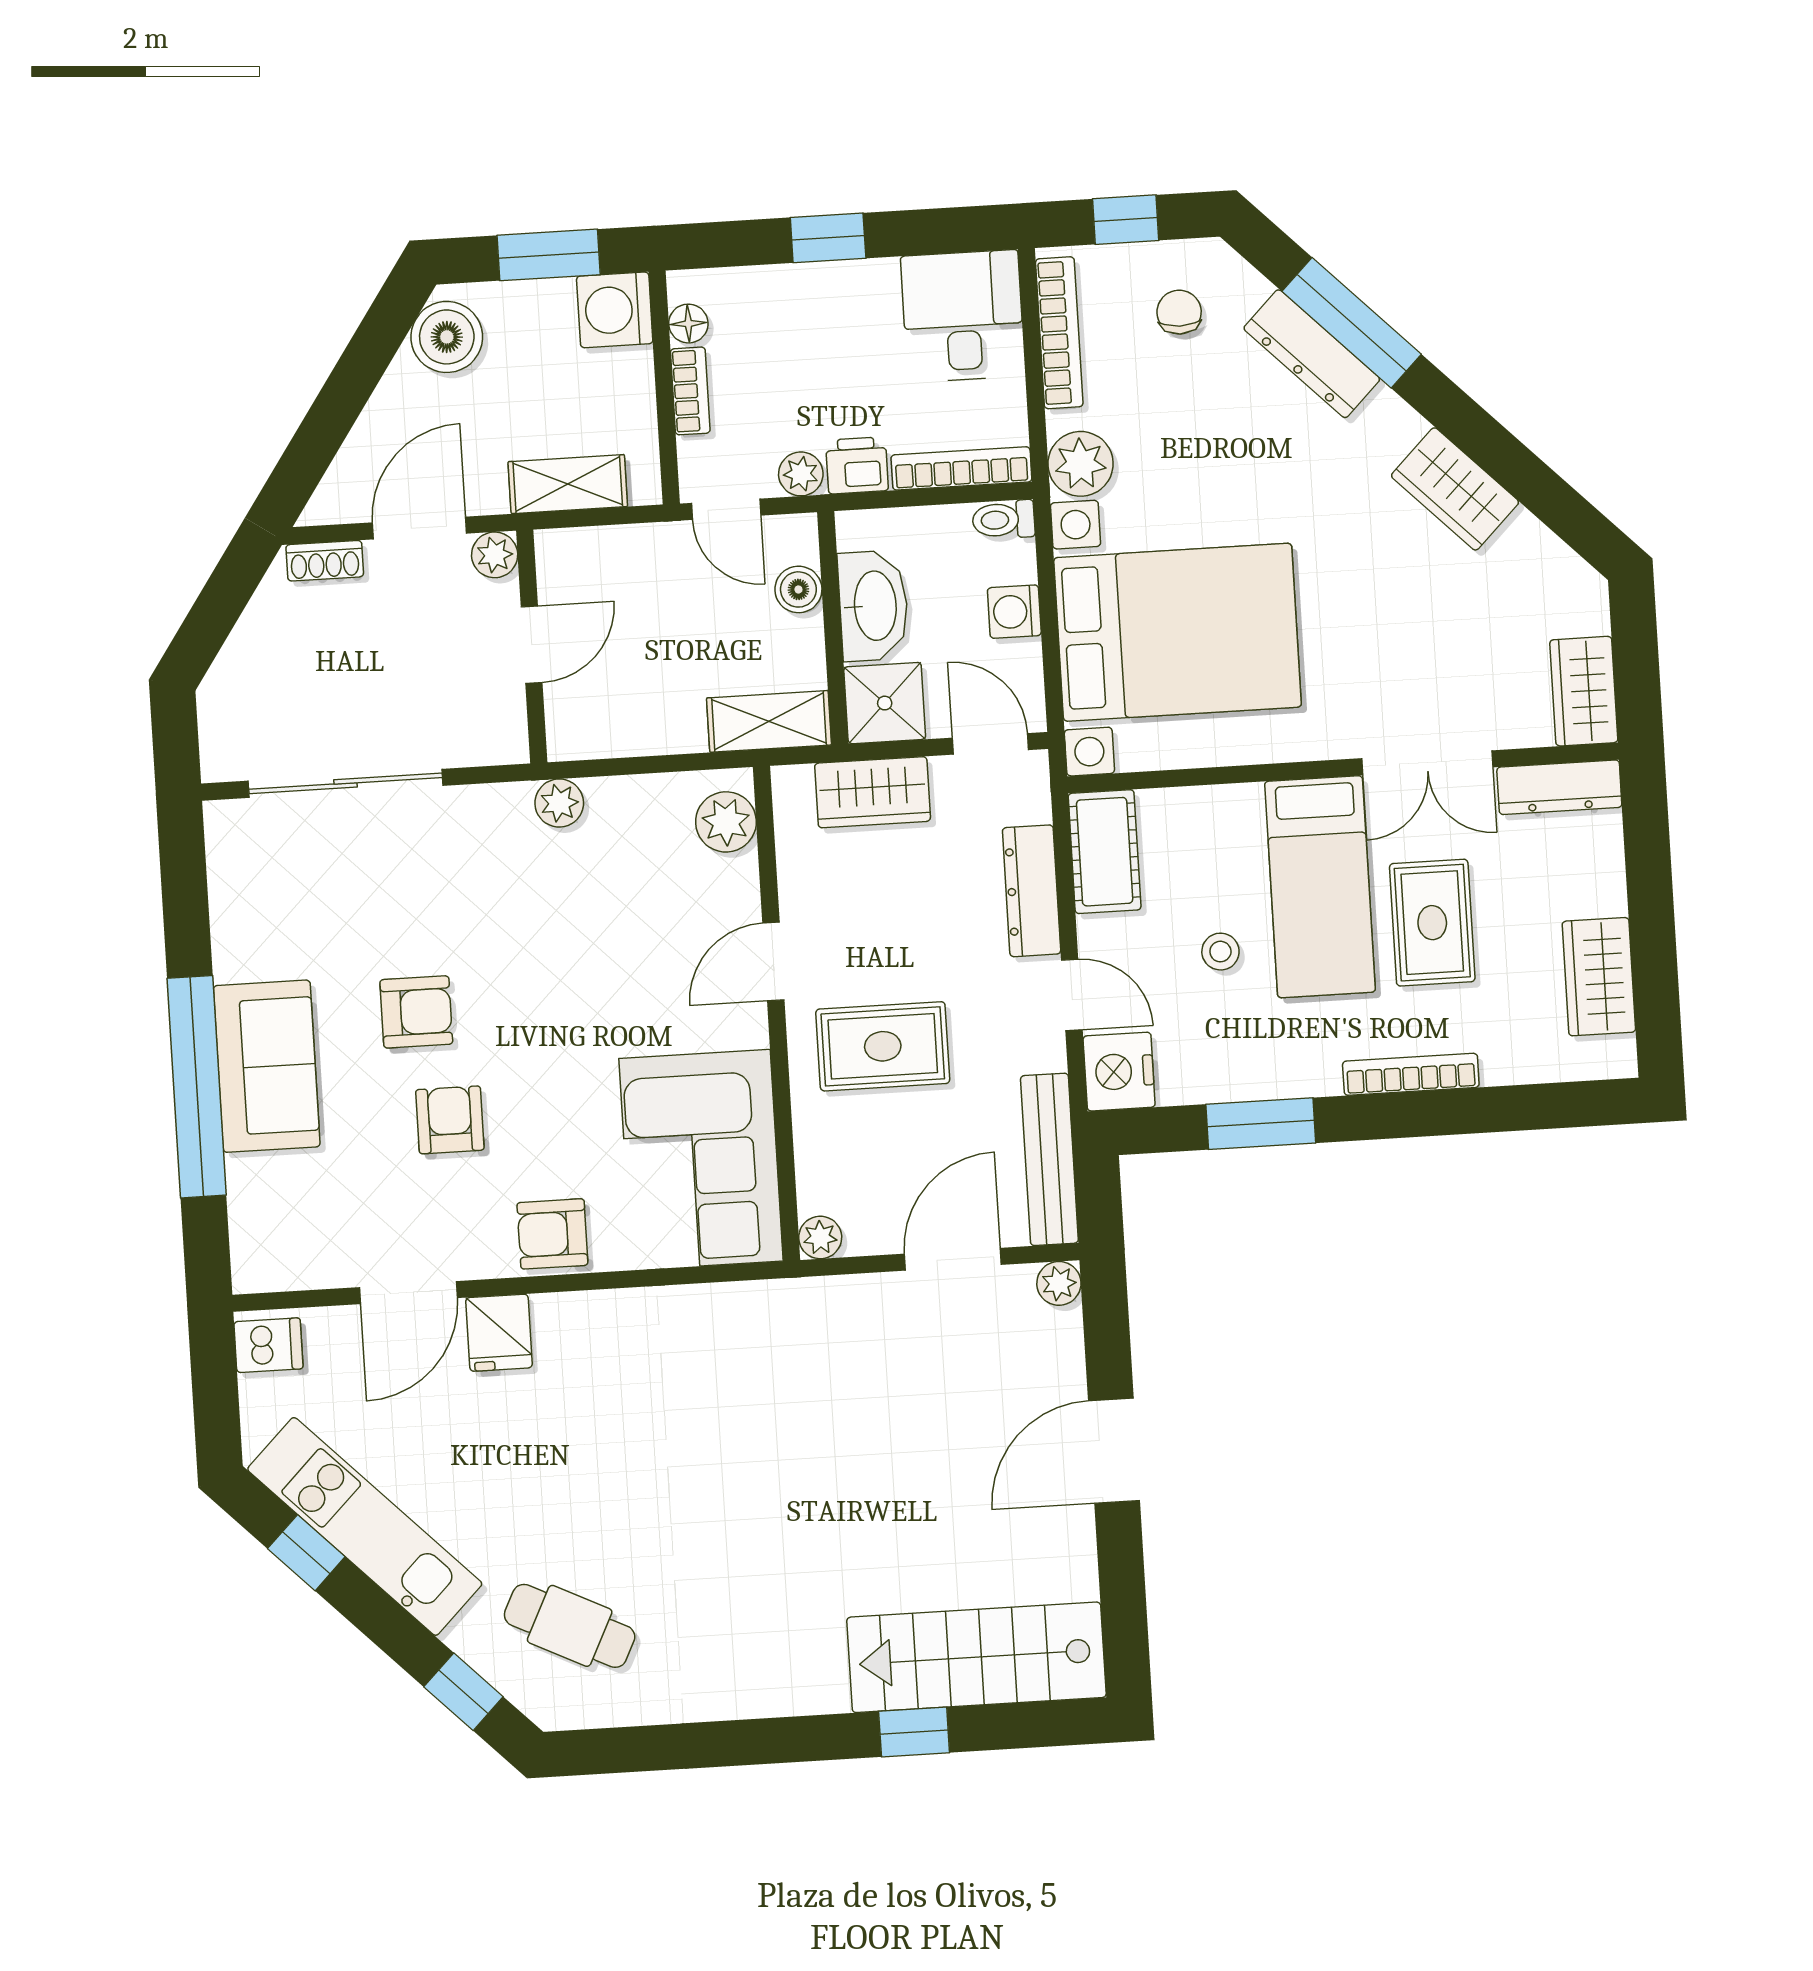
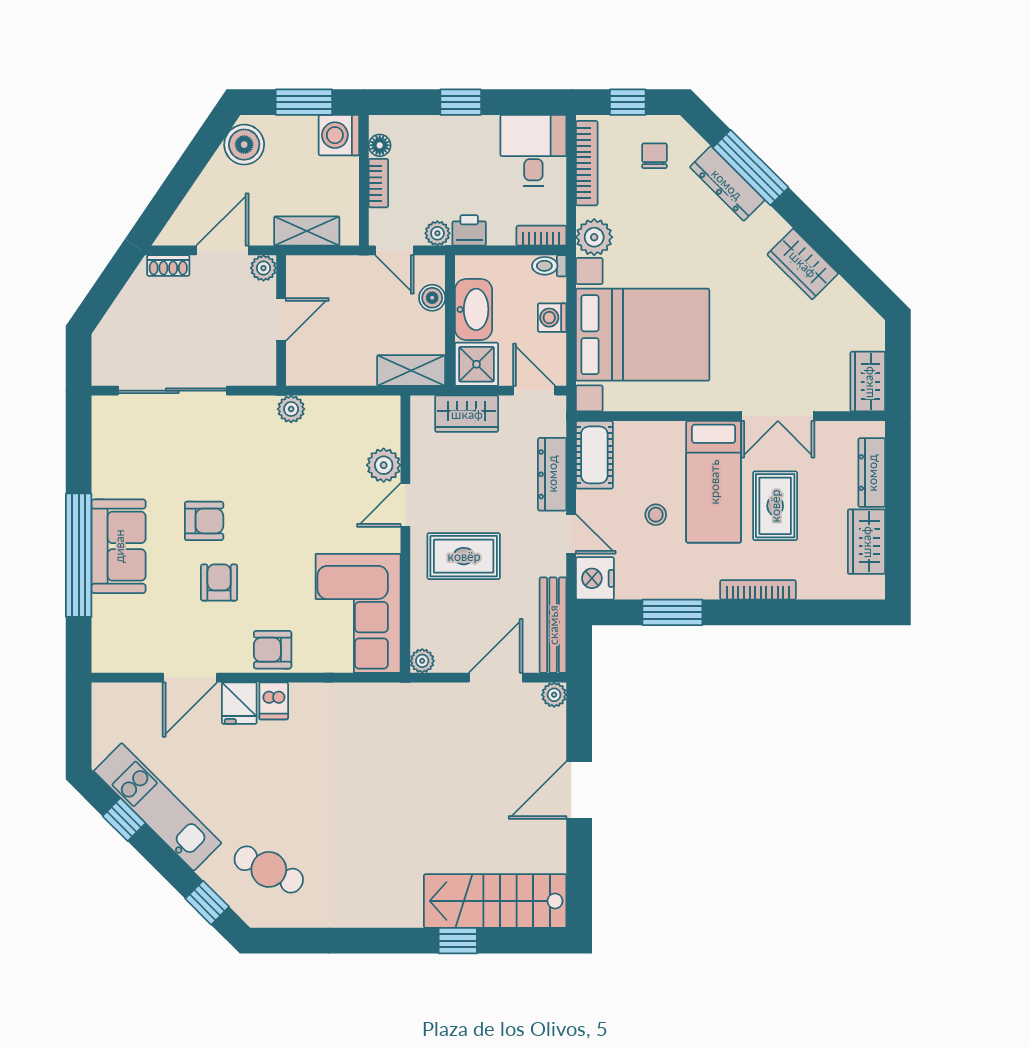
bookcase: (961, 468) -> (541, 236), width x0.64
dresser: (1559, 787) -> (872, 473), moved, turned 90
plant: (726, 822) -> (384, 465), moved
dishwasher: (268, 1345) -> (274, 701), moved, turned 90

